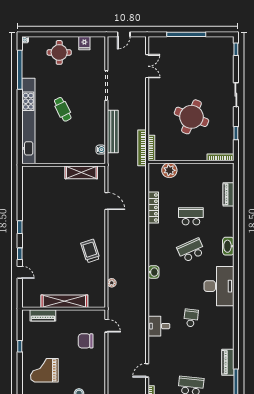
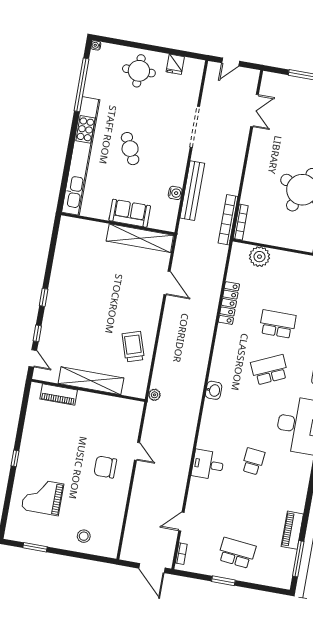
water cooler: (101, 150) -> (175, 193), moved
sofa: (71, 156) -> (130, 213), added
shelving: (81, 172) -> (140, 238), width x1.47
shelving: (64, 301) -> (91, 381), moved
wall: (64, 309) -> (88, 390), moved
piano: (43, 315) -> (59, 395), moved

